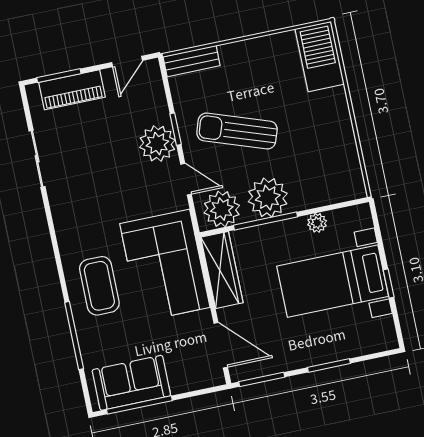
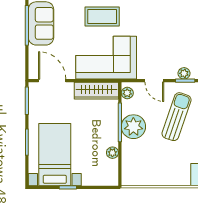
plant: (157, 144) -> (184, 73), width x0.53, depth x0.53
door: (186, 179) -> (154, 81), hinge flipped
plant: (222, 209) -> (127, 93), width x0.53, depth x0.53
bed with nightstands: (333, 281) -> (55, 155), moved
door: (221, 345) -> (52, 81), swing flipped

